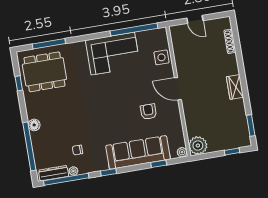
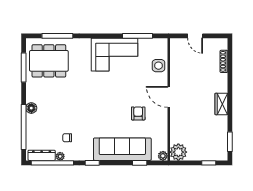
window: (134, 30) -> (137, 36), width x0.68
window: (19, 83) -> (24, 67), width x2.17

